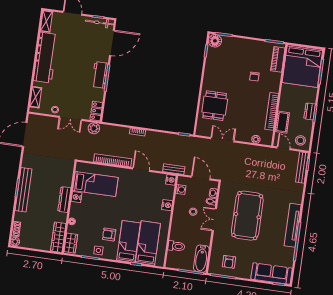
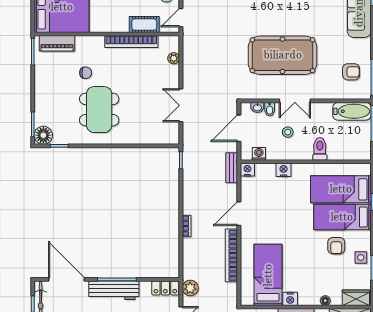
workbench: (100, 75) -> (114, 290), width x1.38
dining table: (215, 106) -> (99, 110), moved, width x1.37
toilet: (176, 246) -> (320, 149), moved

